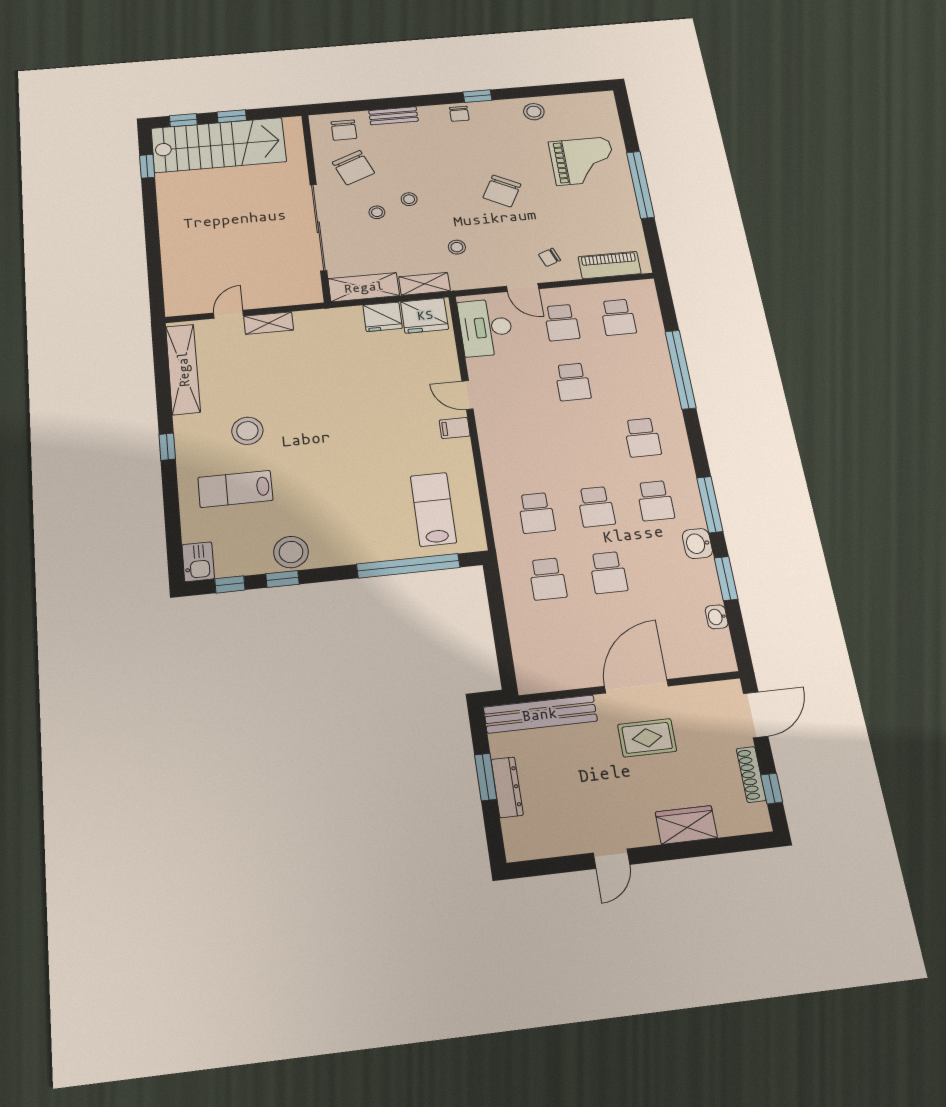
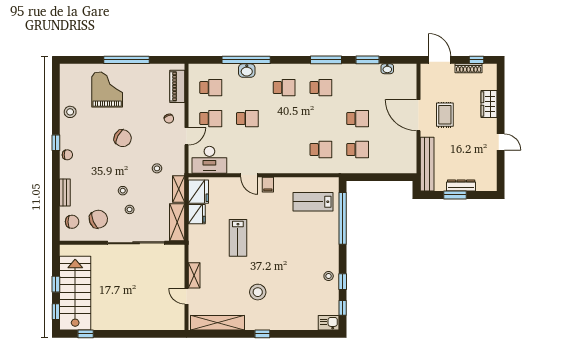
door: (468, 395) -> (249, 175), hinge flipped
lab bench: (235, 489) -> (238, 238), moved
school desk: (596, 507) -> (321, 119), removed
washbasin: (697, 544) -> (247, 71), moved
stool: (291, 552) -> (329, 276), width x0.53, depth x0.53

